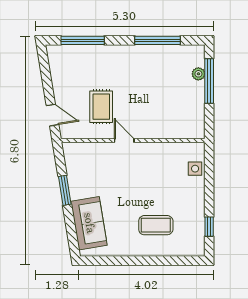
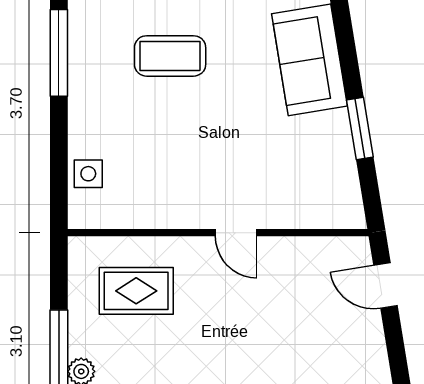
rug: (101, 107) -> (136, 291), moved, turned 90
window: (209, 227) -> (59, 53), width x2.17

